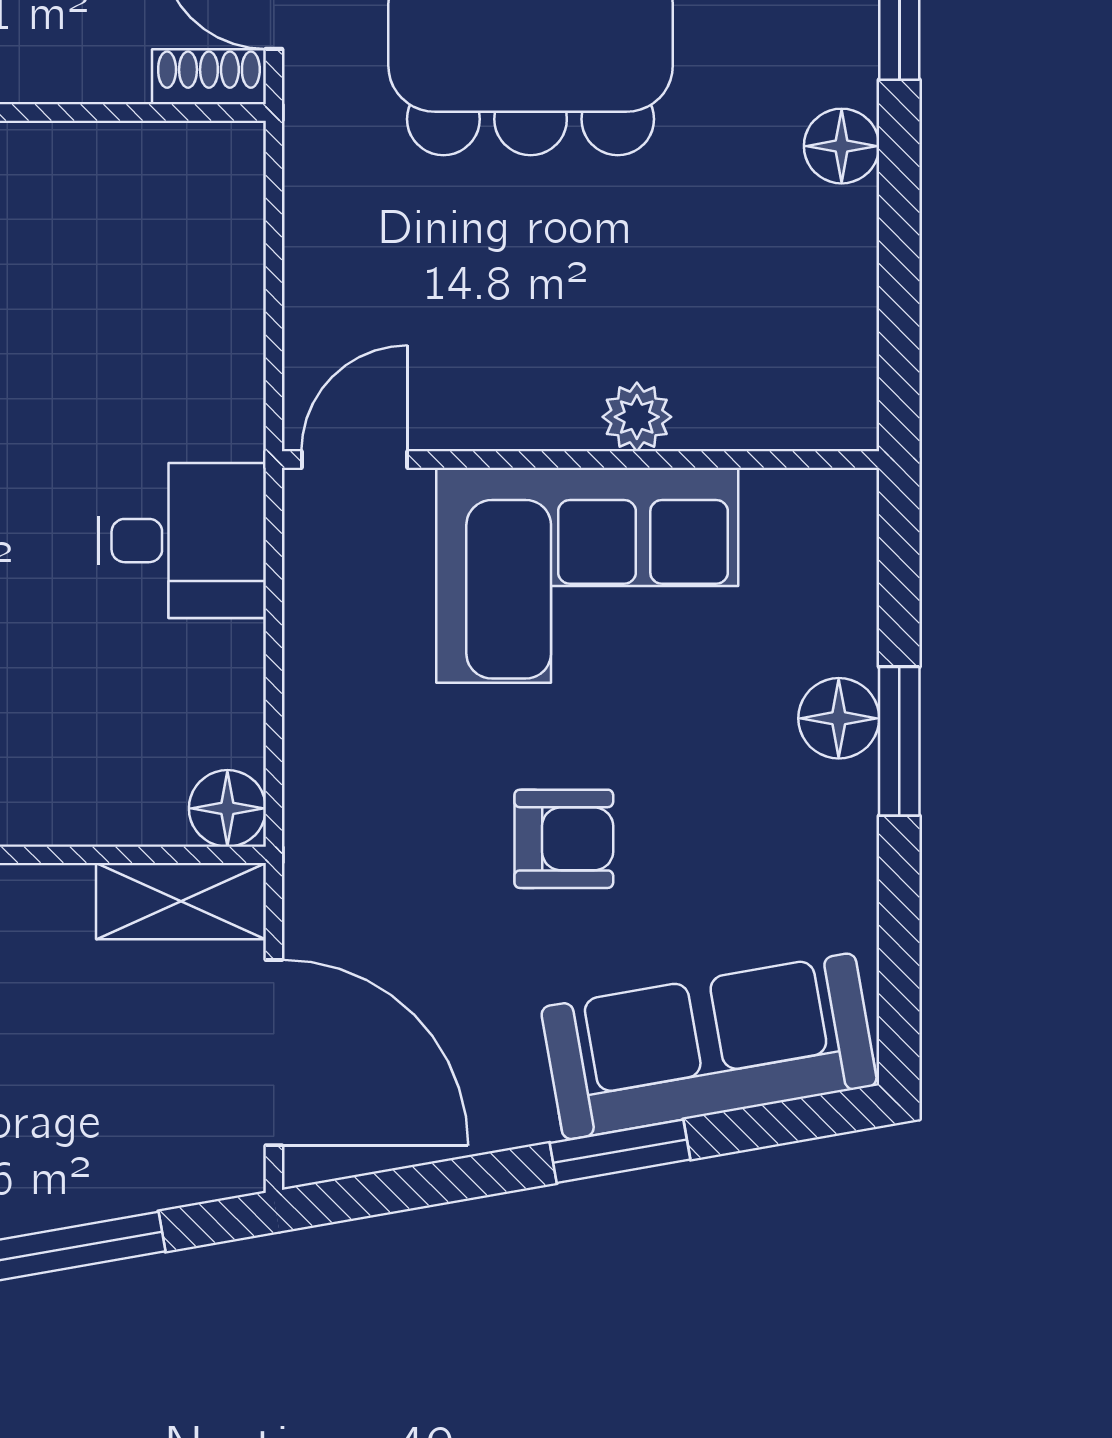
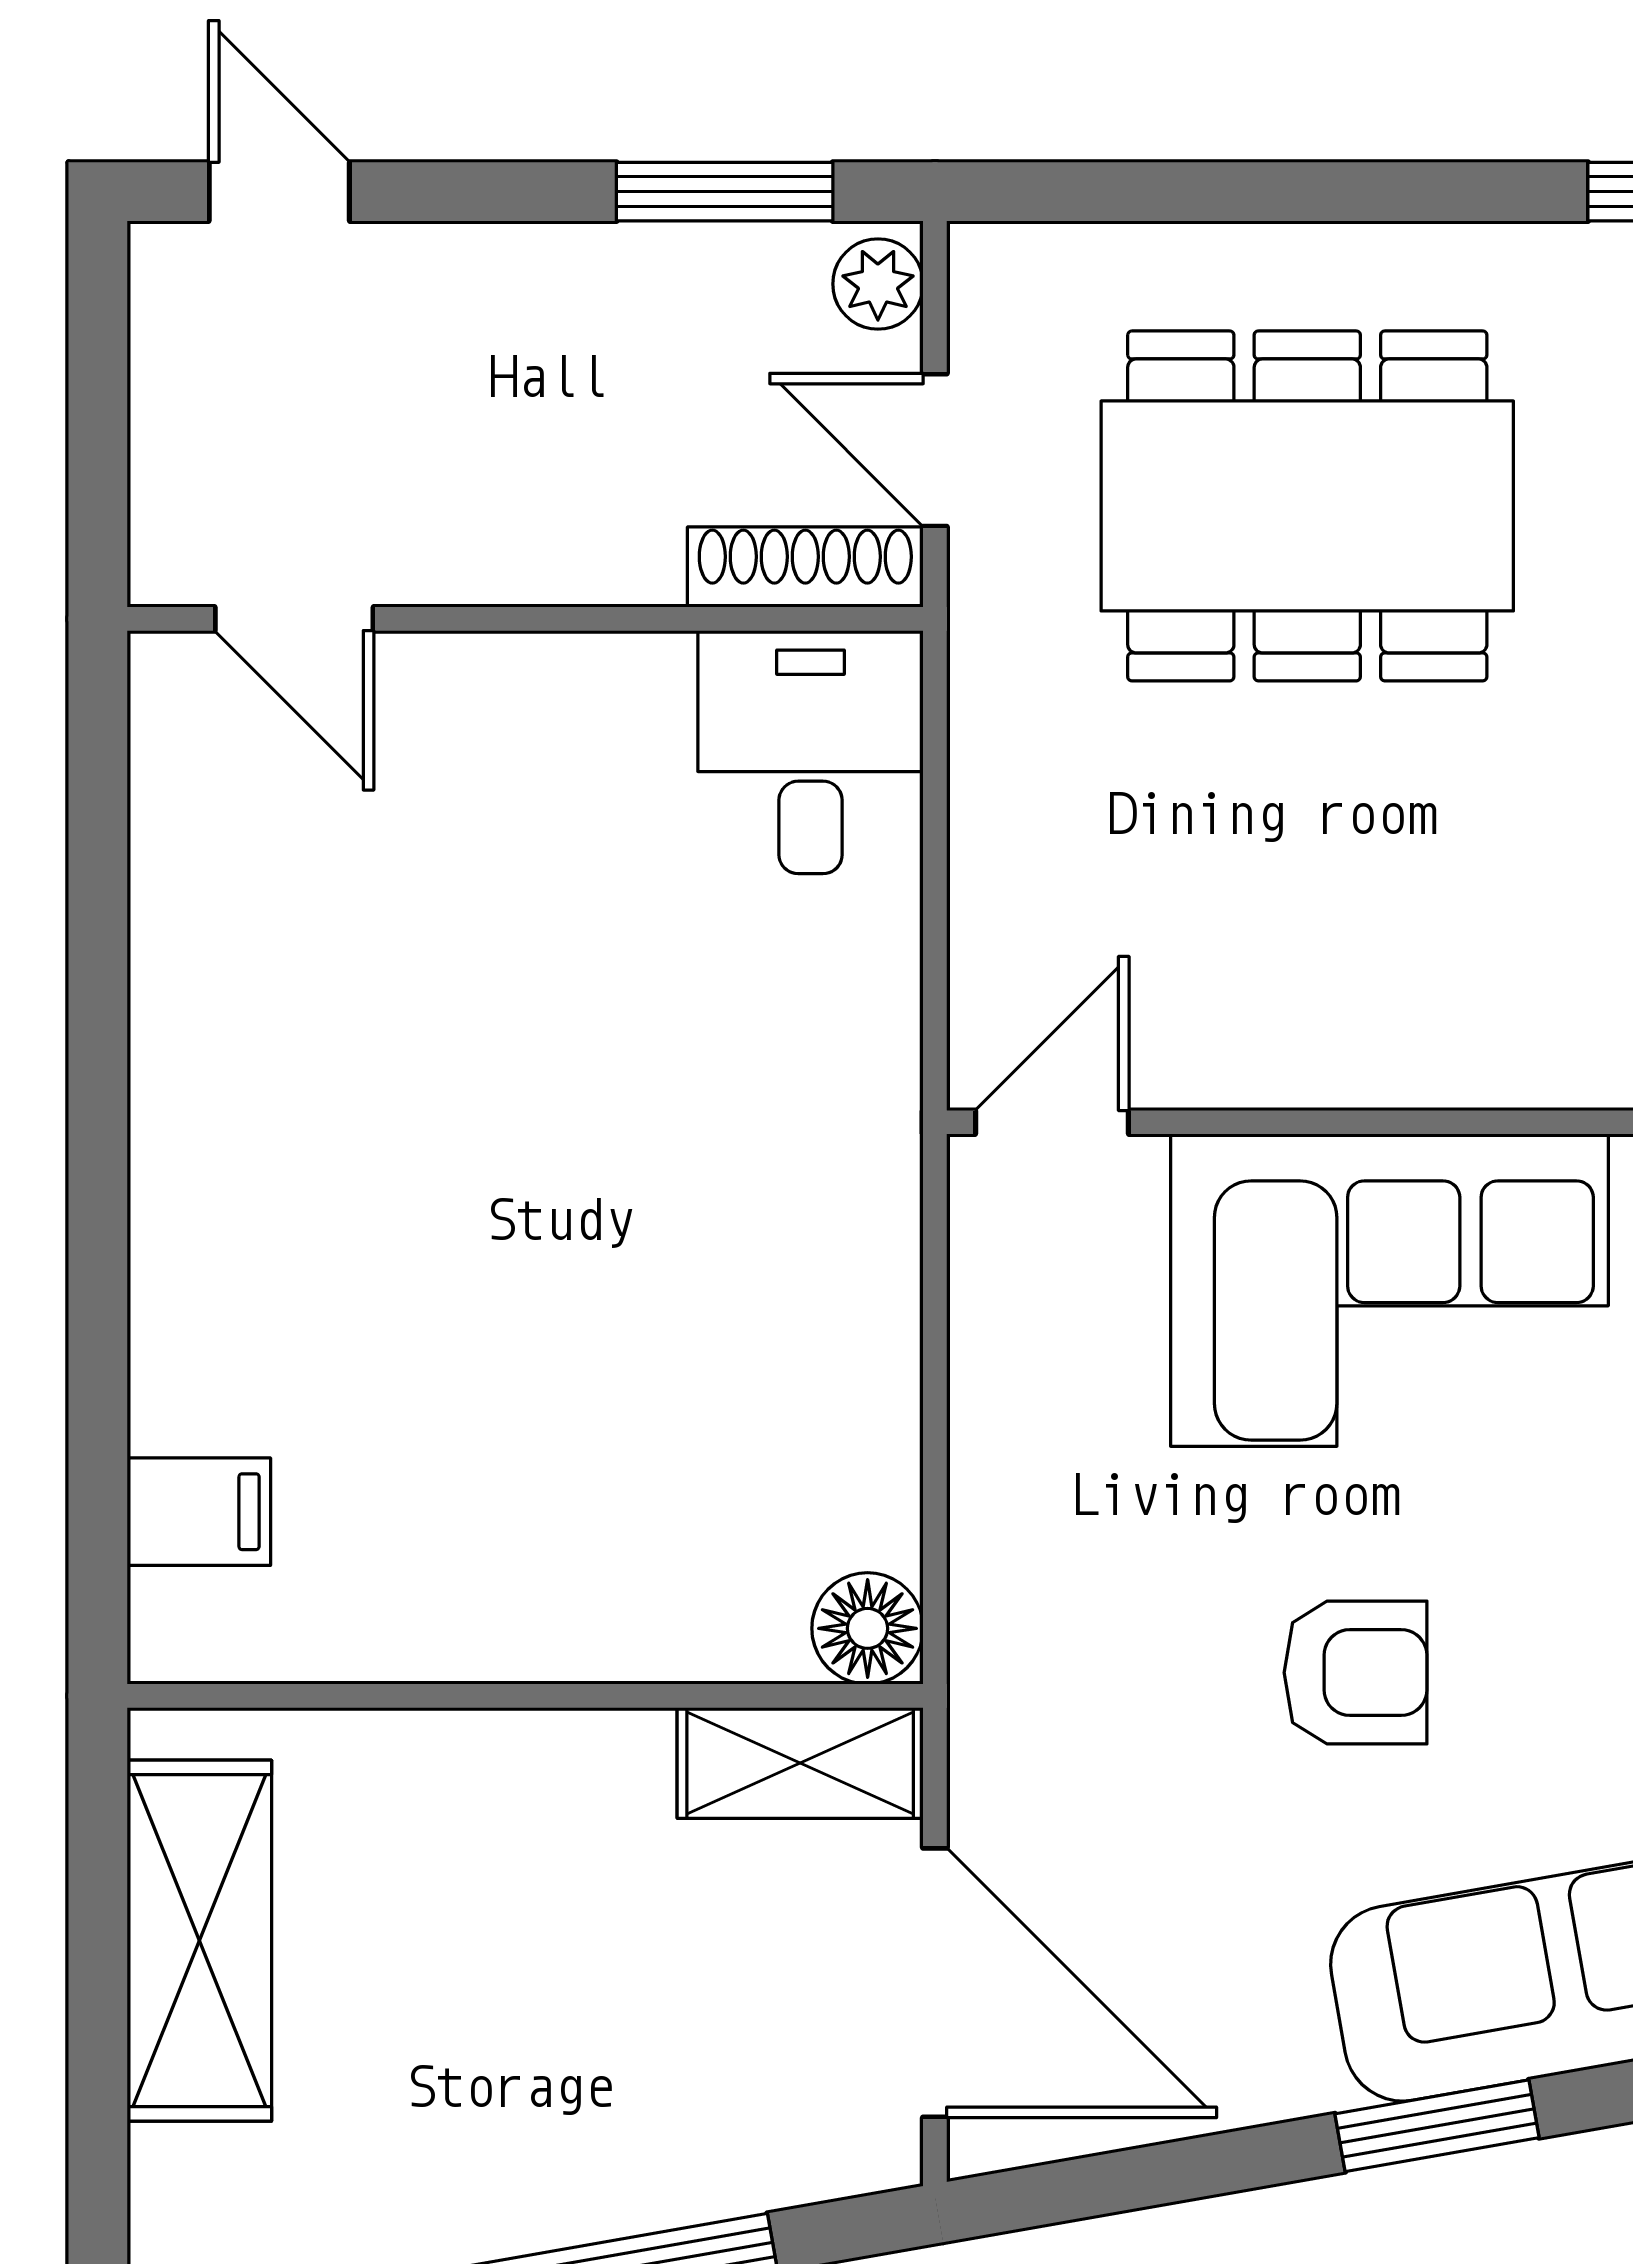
shoe rack: (209, 77) -> (805, 567), width x1.43
plant: (637, 417) -> (1461, 1061), removed
desk: (182, 541) -> (811, 752), moved, turned -90

